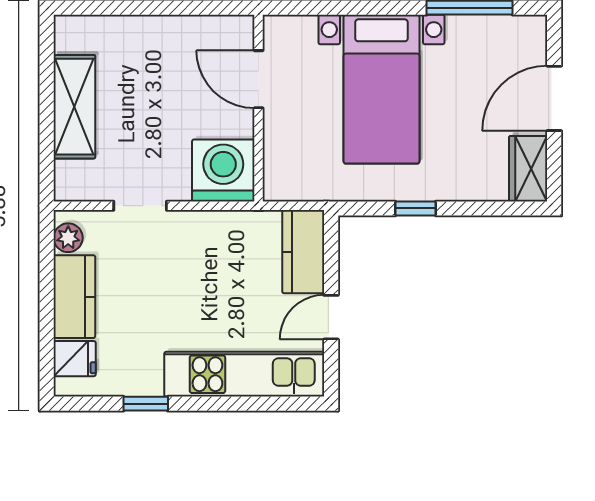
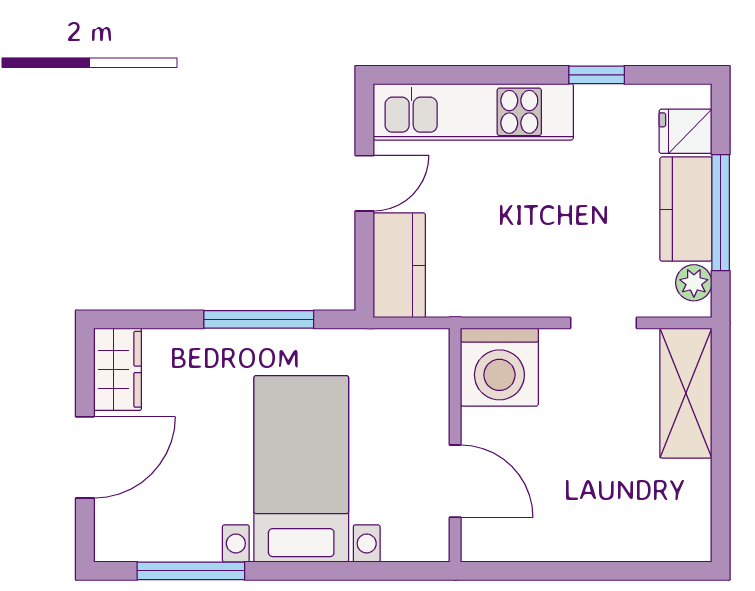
shelving: (74, 107) -> (686, 393), moved
window: (416, 208) -> (259, 319), width x2.17
window: (47, 294) -> (721, 213), added

